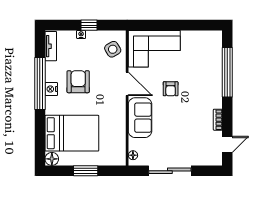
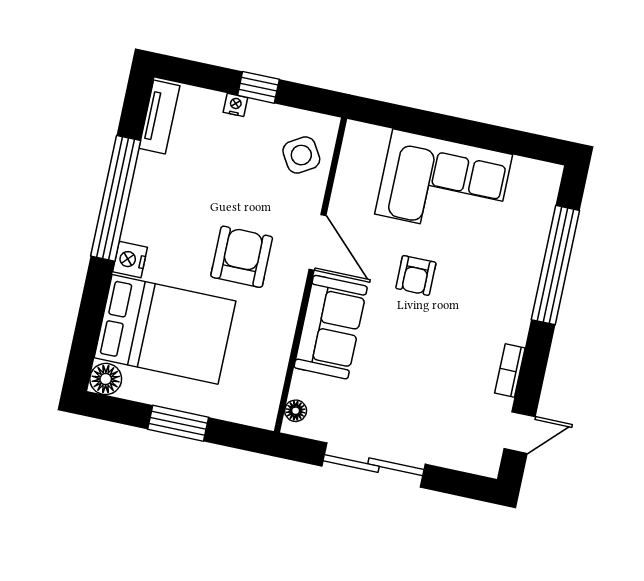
corner sofa: (154, 49) -> (444, 184), moved
armchair: (78, 82) -> (242, 257), moved
nightstand: (51, 89) -> (130, 260), moved

